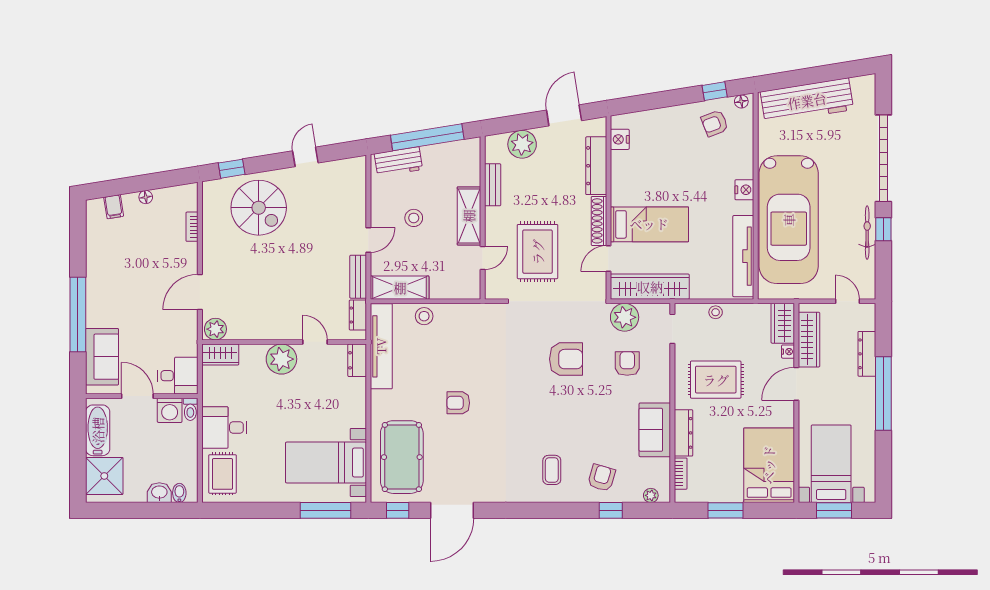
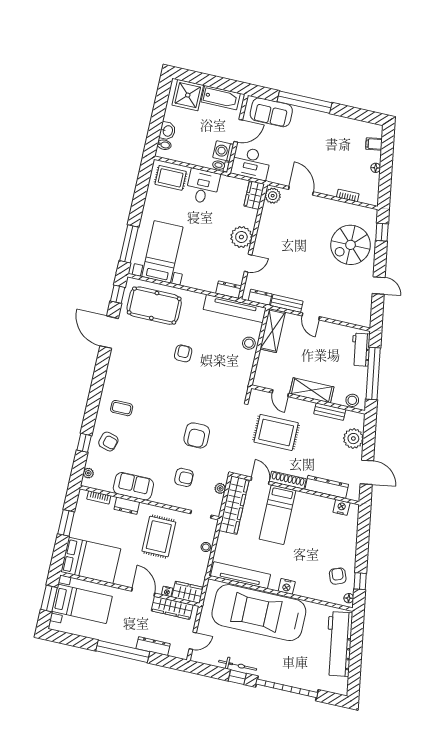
stool: (414, 218) -> (352, 400), moved
plant: (625, 317) -> (220, 488), width x0.53, depth x0.53
desk: (178, 376) -> (251, 163), width x1.37
dresser: (683, 433) -> (127, 506), width x0.70

